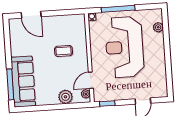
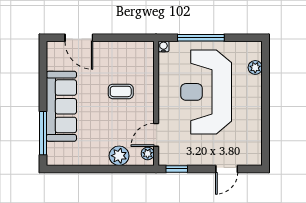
sofa: (23, 82) -> (61, 106), moved

